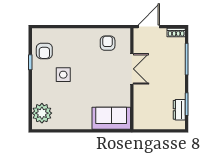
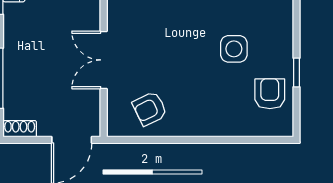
armchair: (108, 43) -> (150, 109), turned 64

